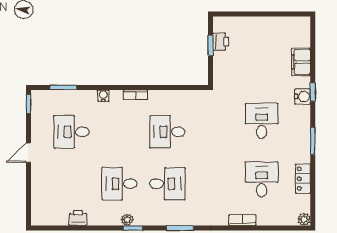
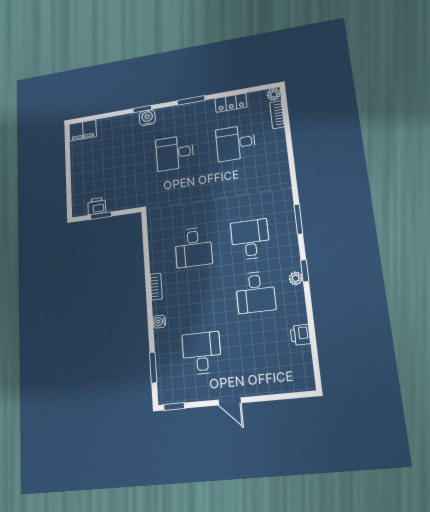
filing cabinet: (301, 62) -> (83, 130), moved
desk: (71, 132) -> (202, 353), turned 180
bookcase: (242, 220) -> (277, 115), moved

